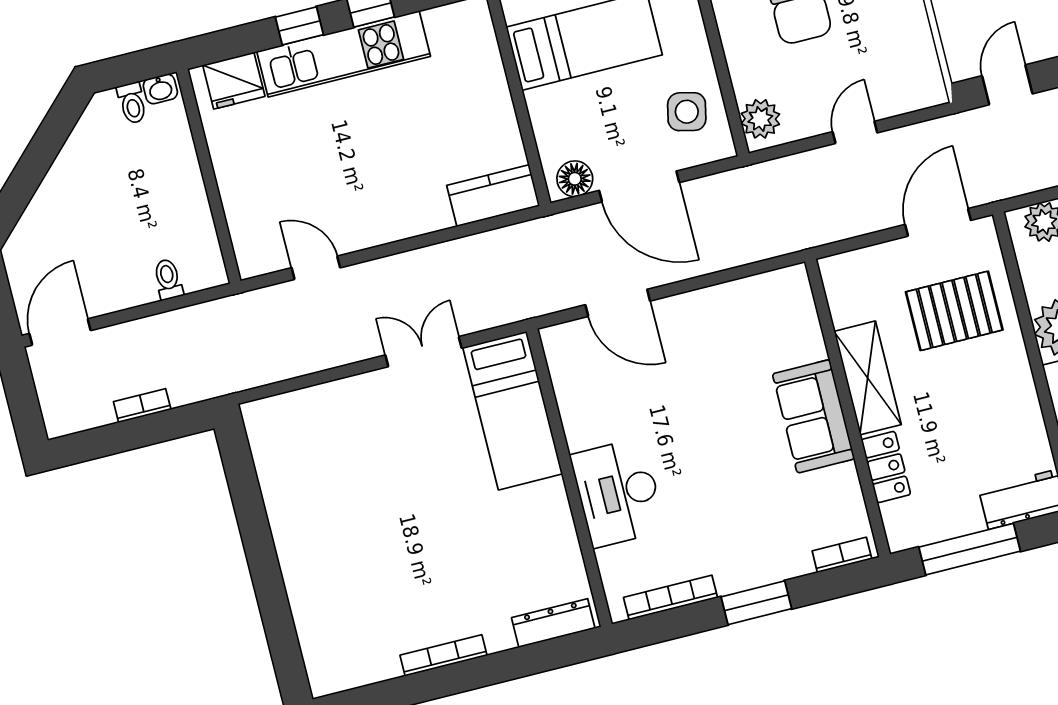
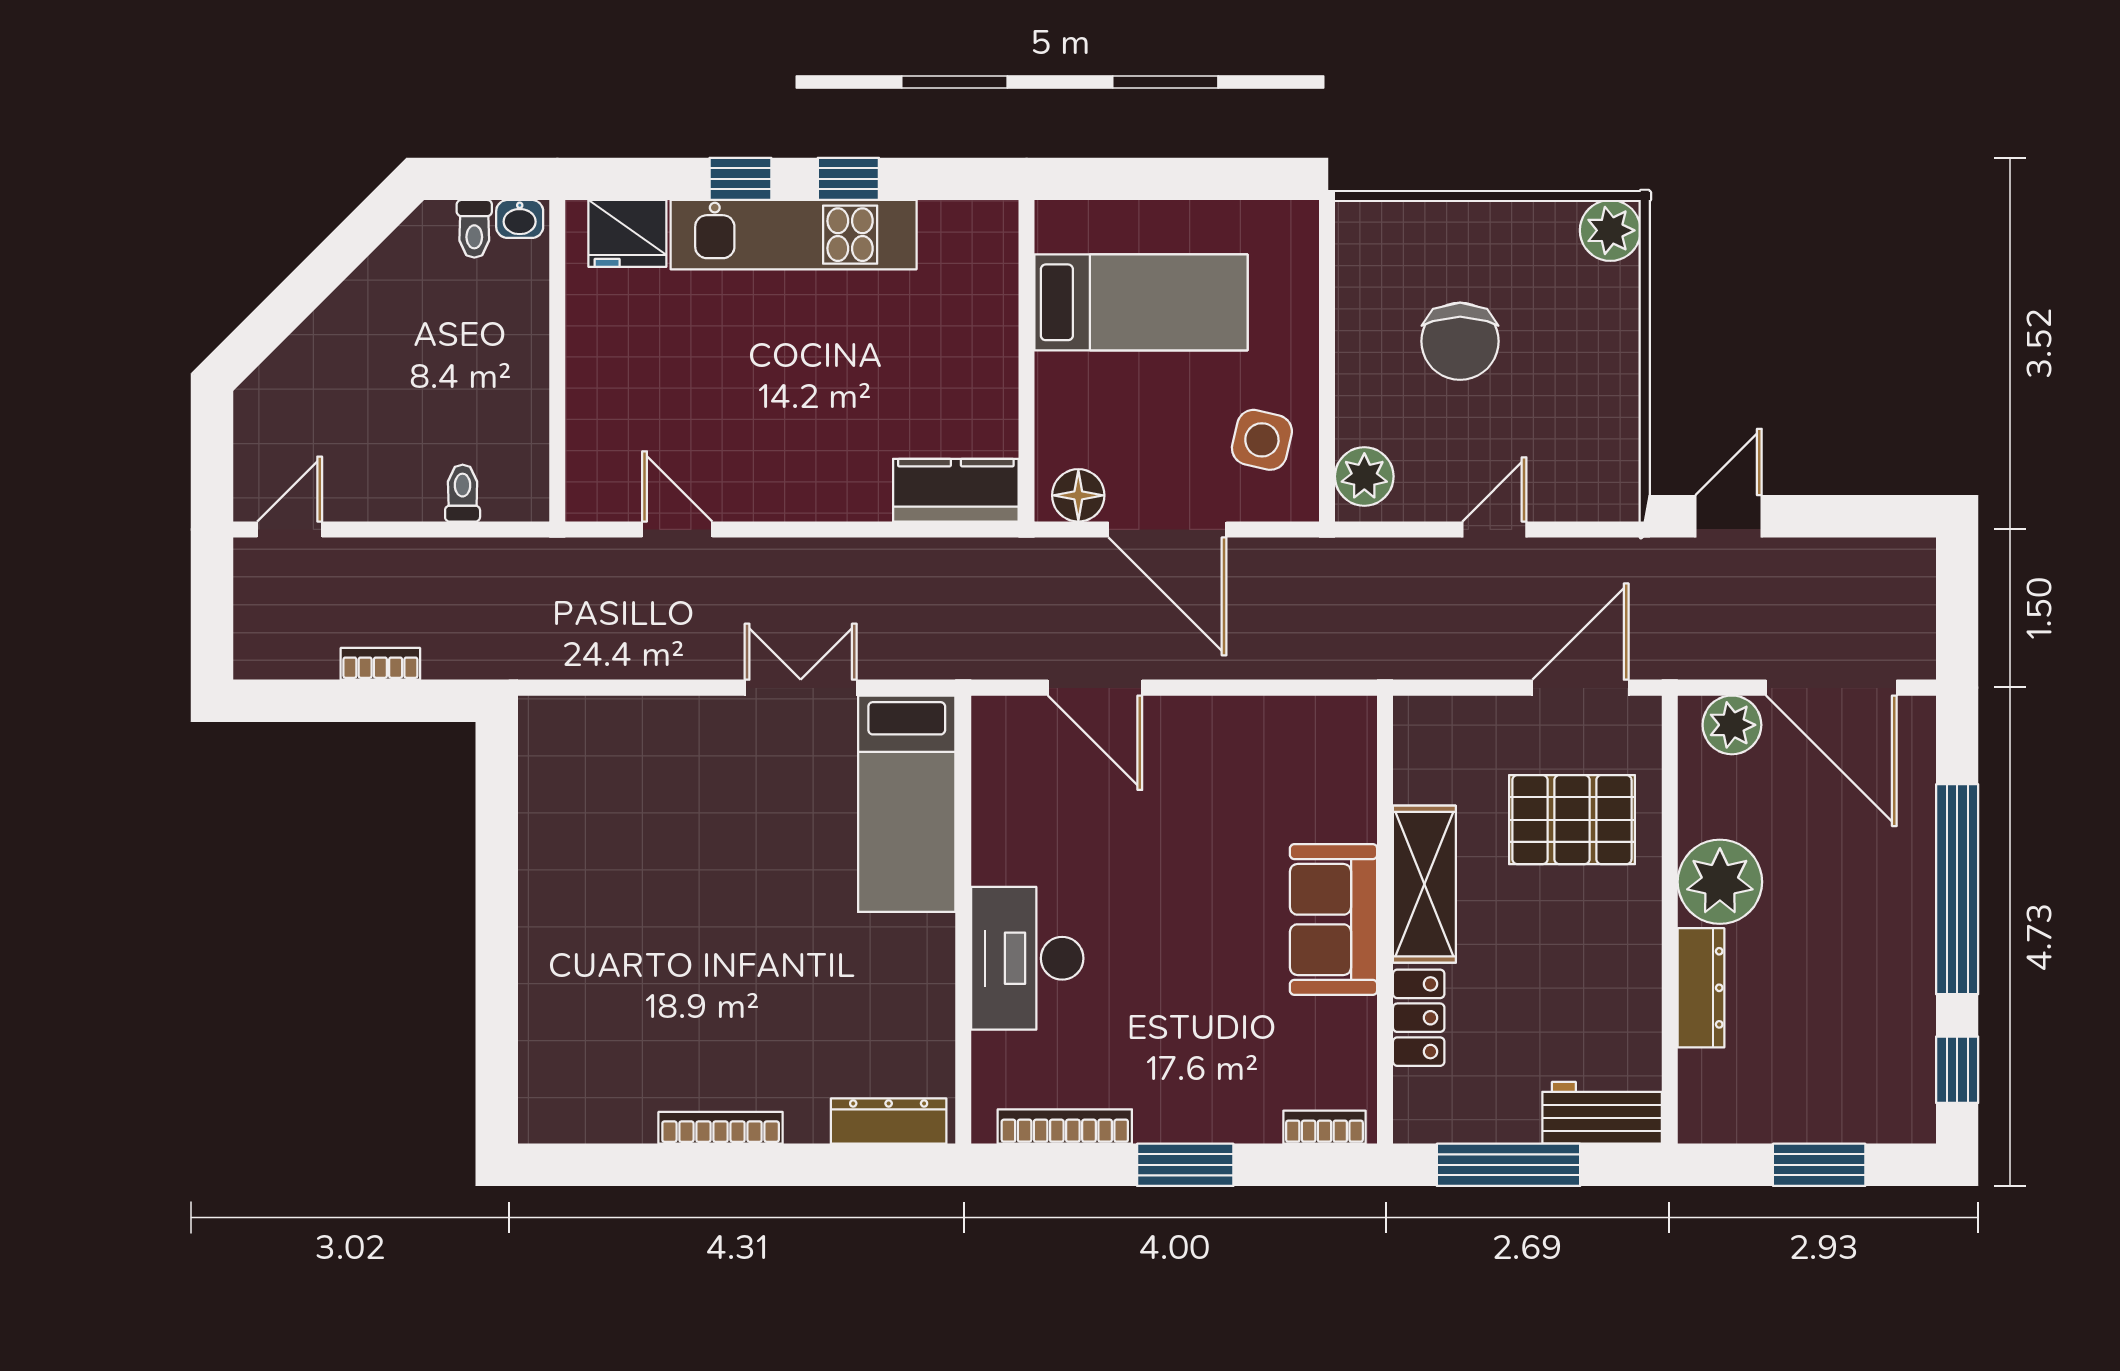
door: (60, 332) -> (290, 529), width x0.73

